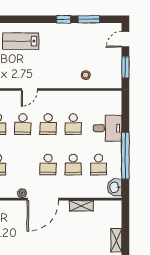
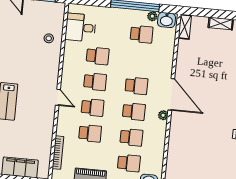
desk: (108, 128) -> (81, 27), moved, turned -90
school desk: (73, 165) -> (134, 112), moved
plant: (117, 173) -> (152, 16), added
shelving: (81, 206) -> (185, 27), moved

